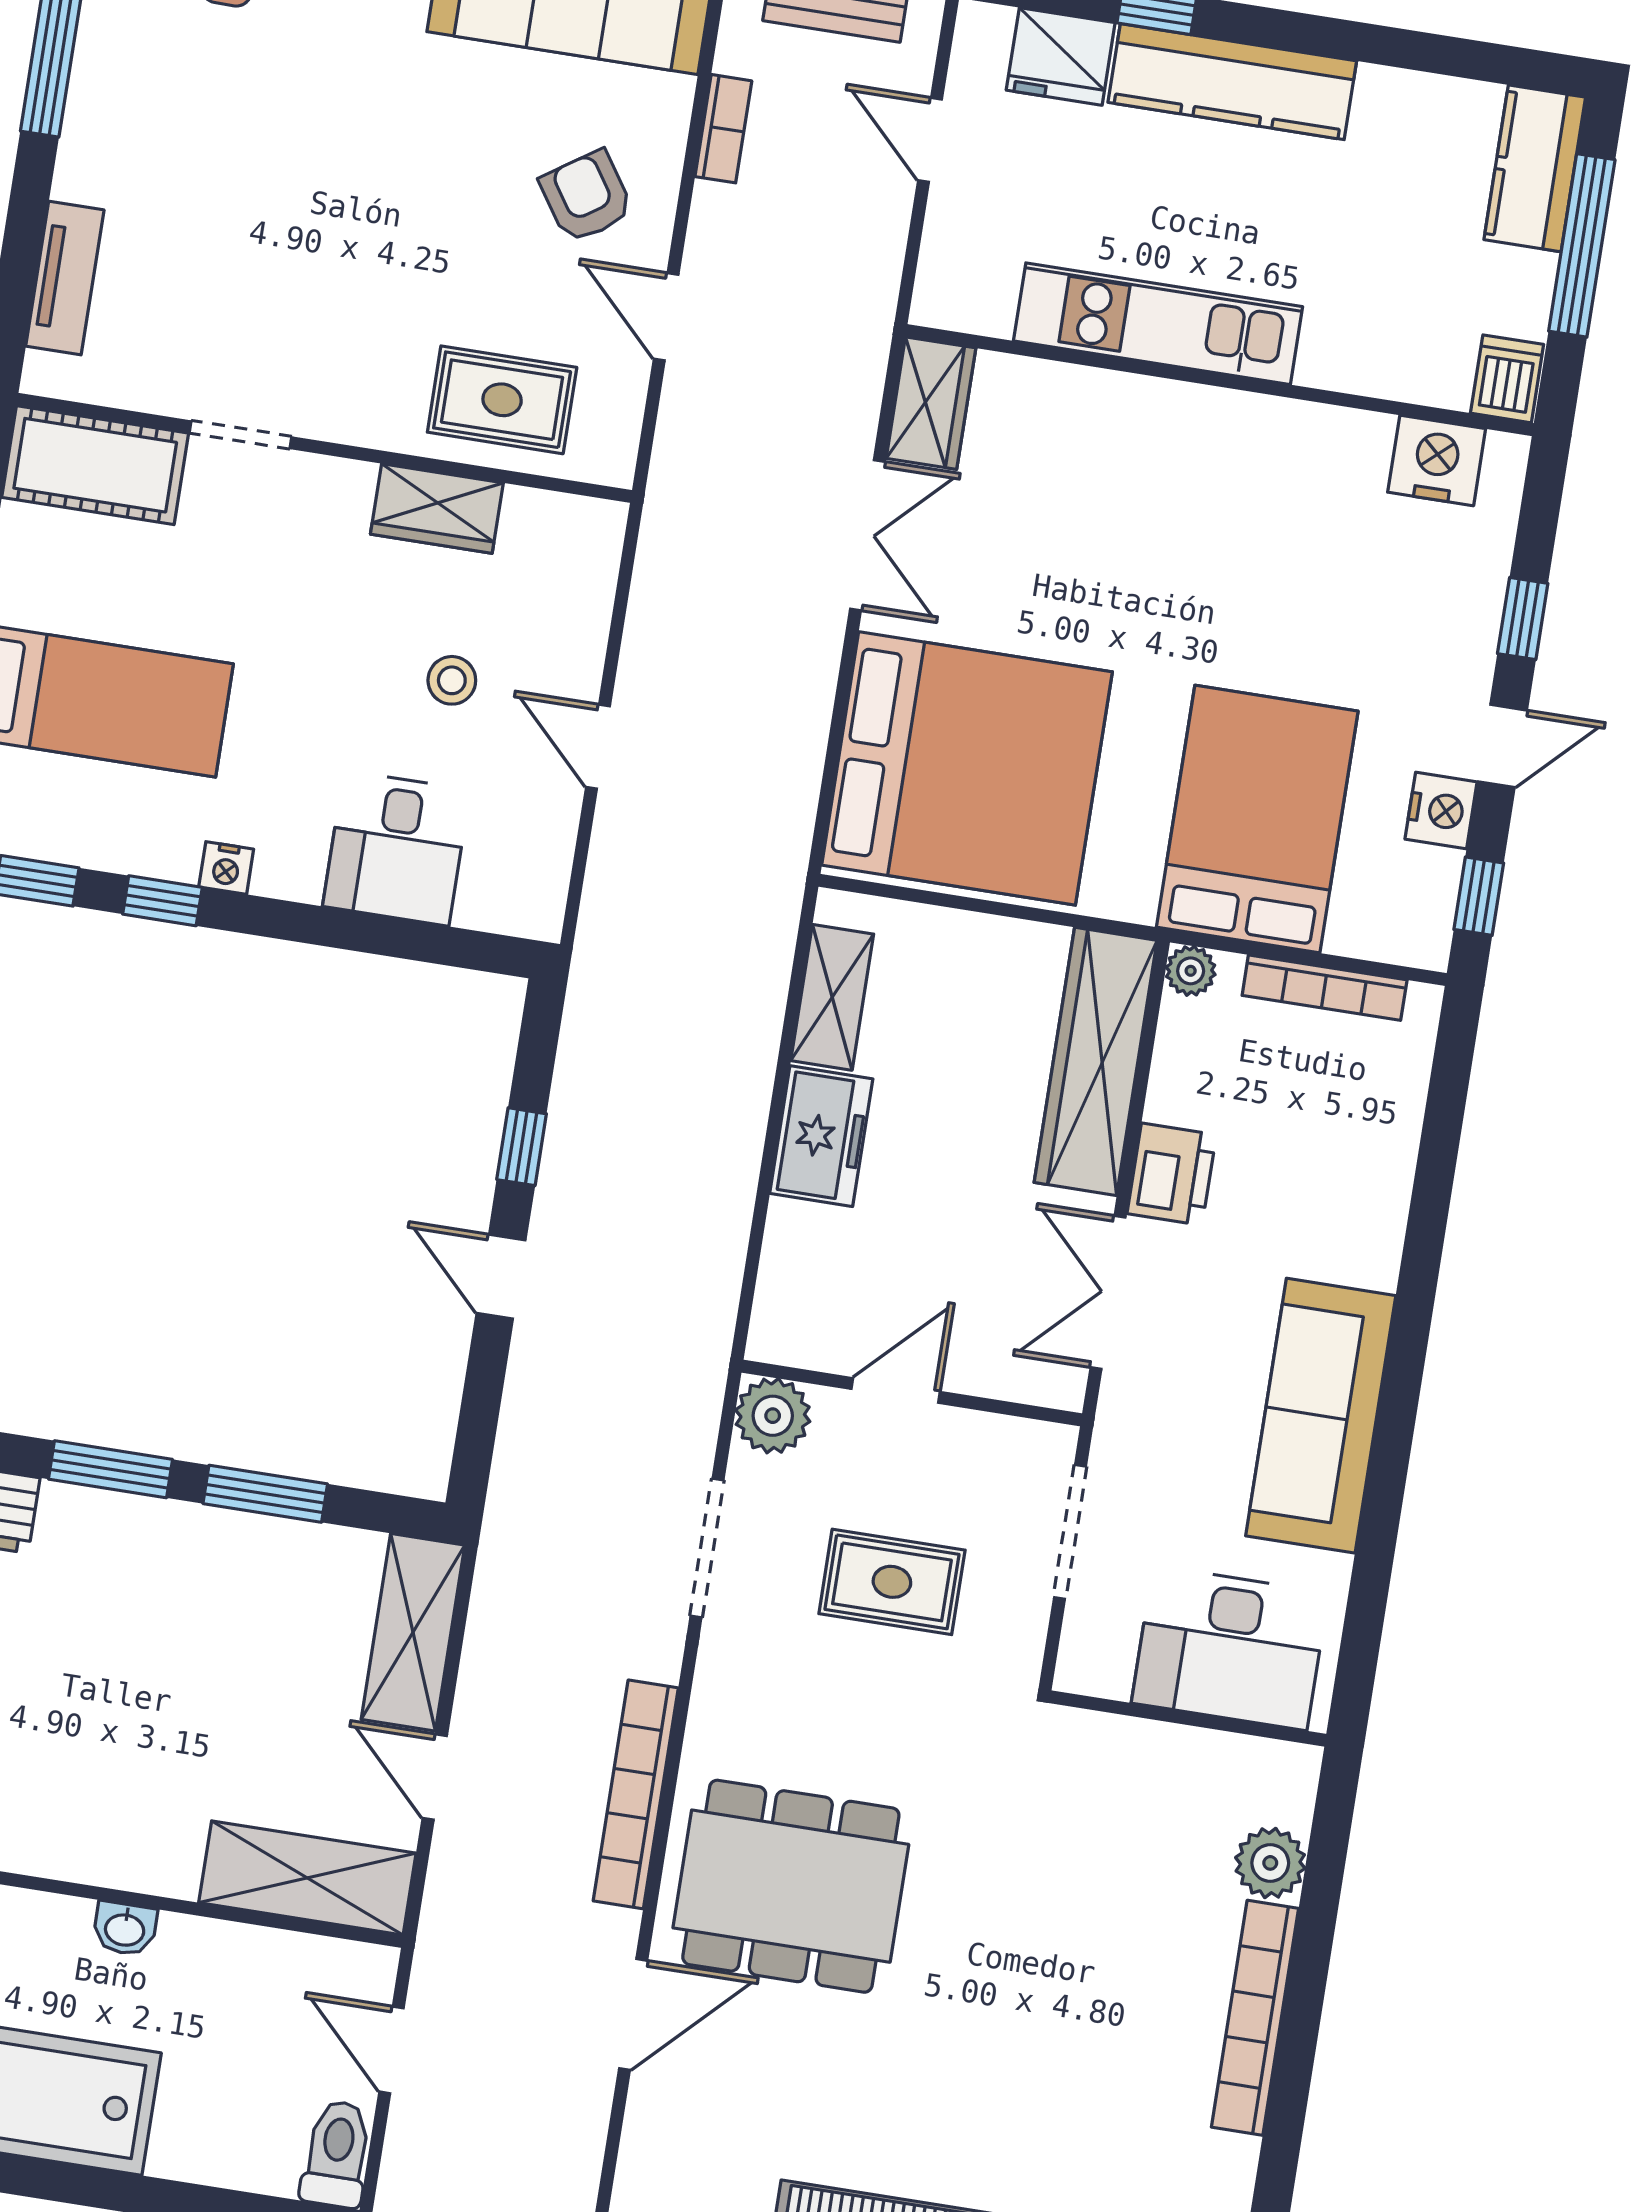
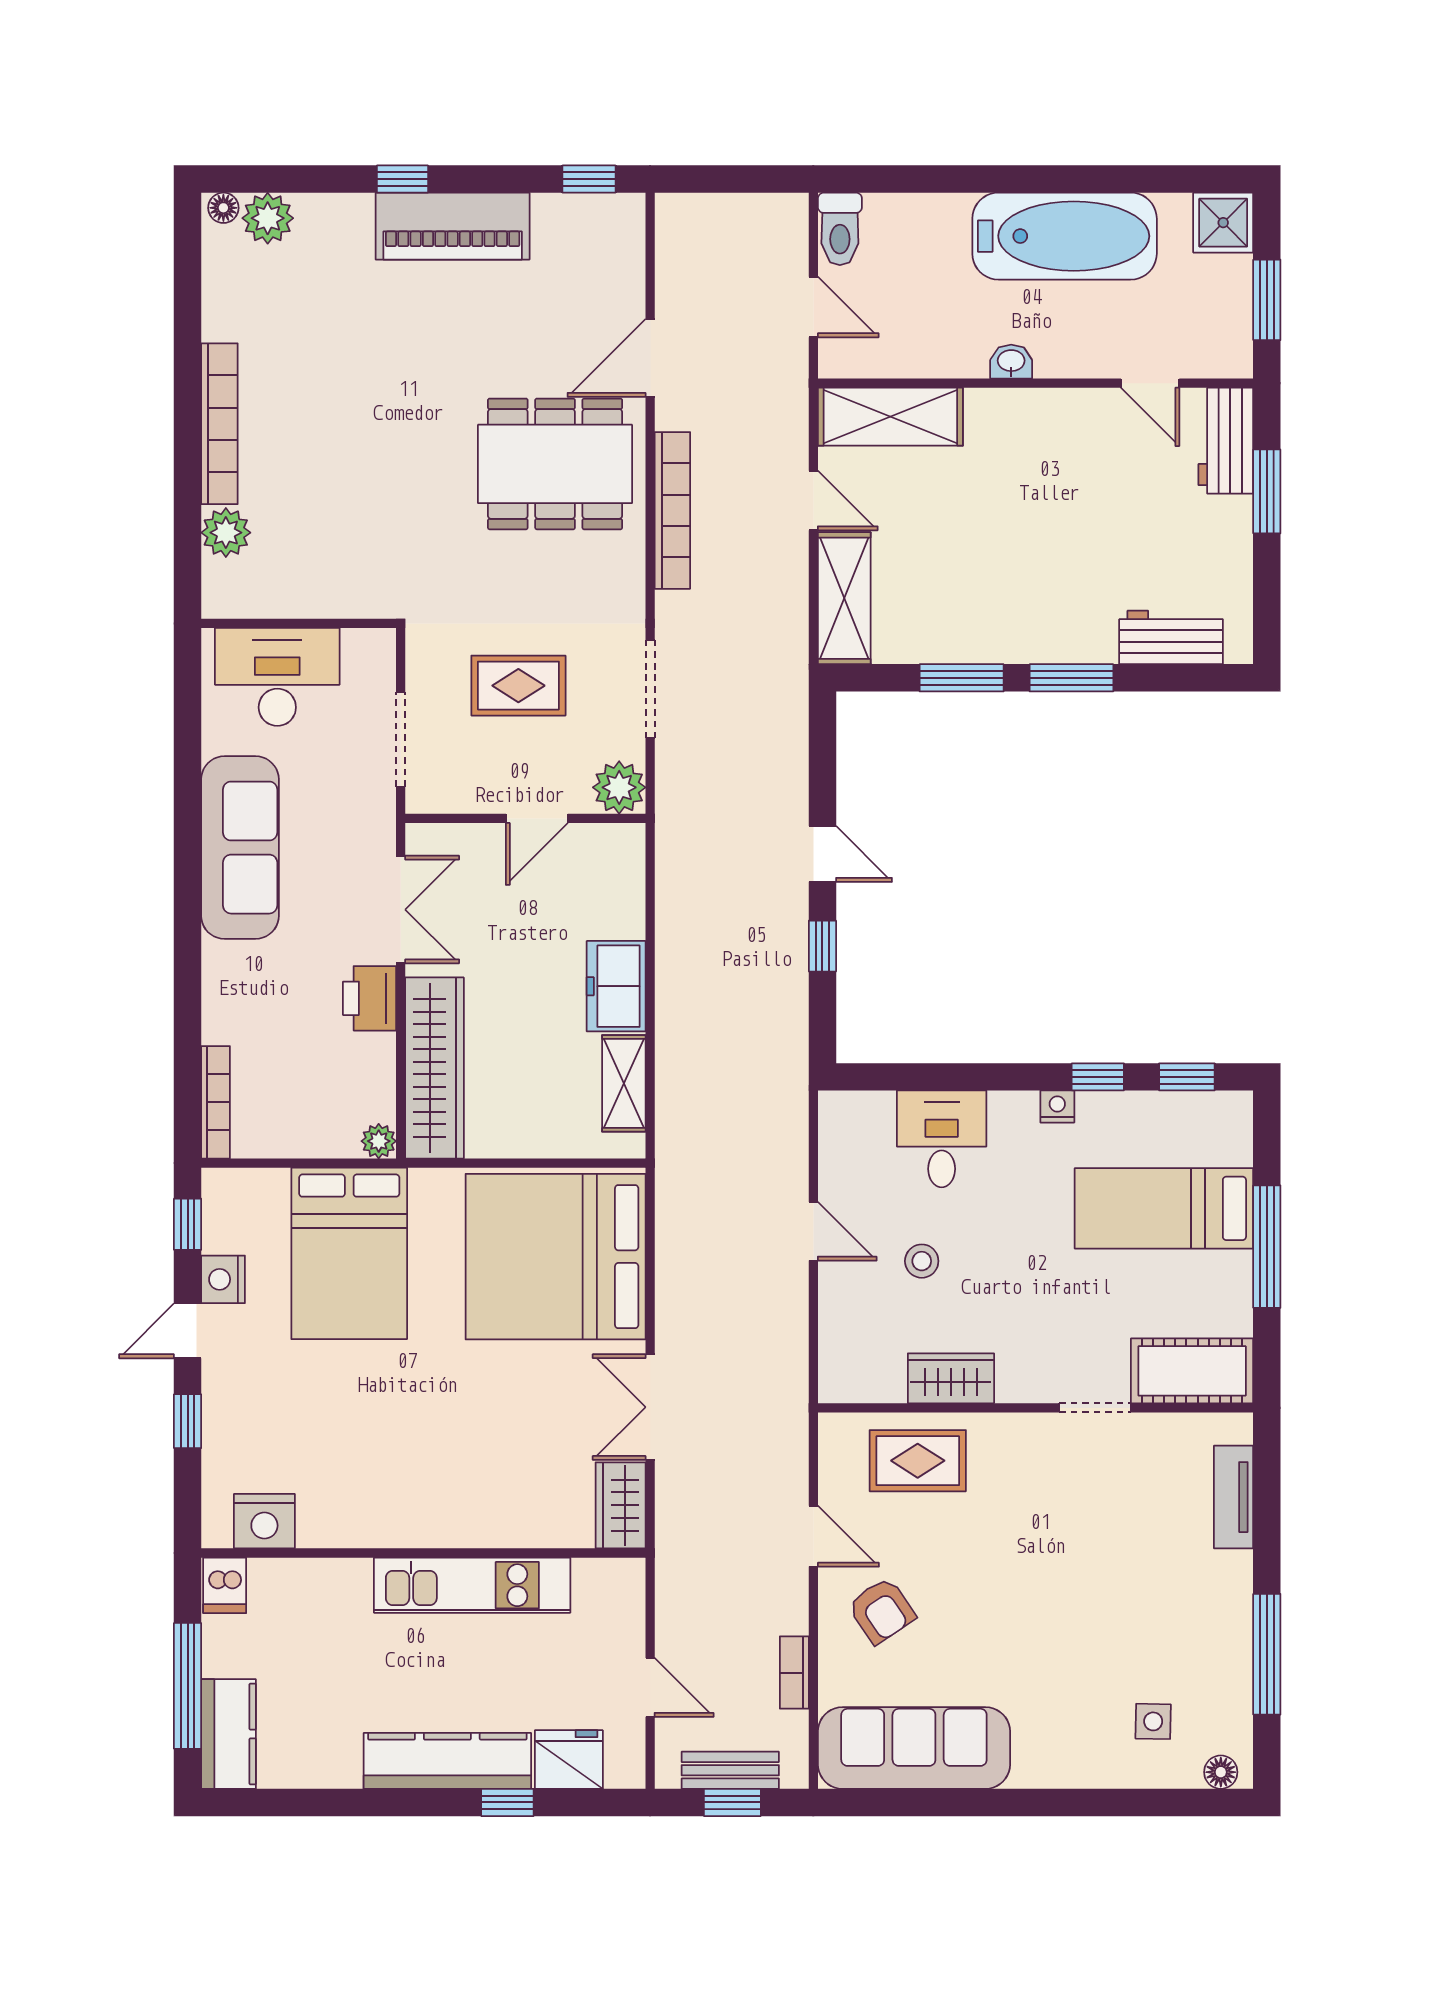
bookcase: (1325, 988) -> (216, 1102), moved, turned 90

